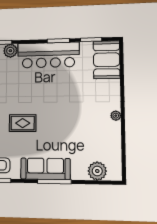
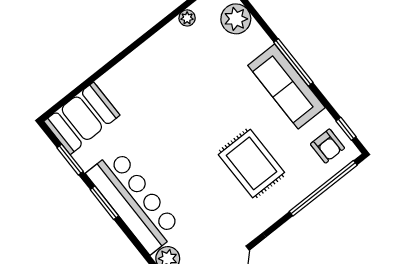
plant: (116, 116) -> (187, 18), moved
rug: (23, 123) -> (251, 163), width x1.36, depth x1.43

